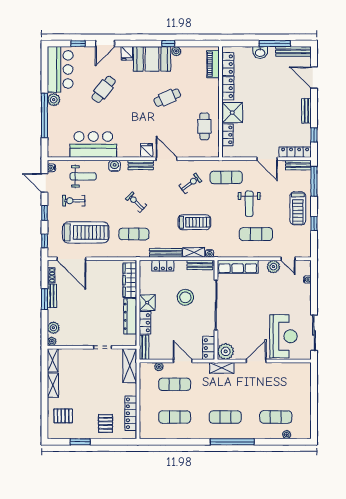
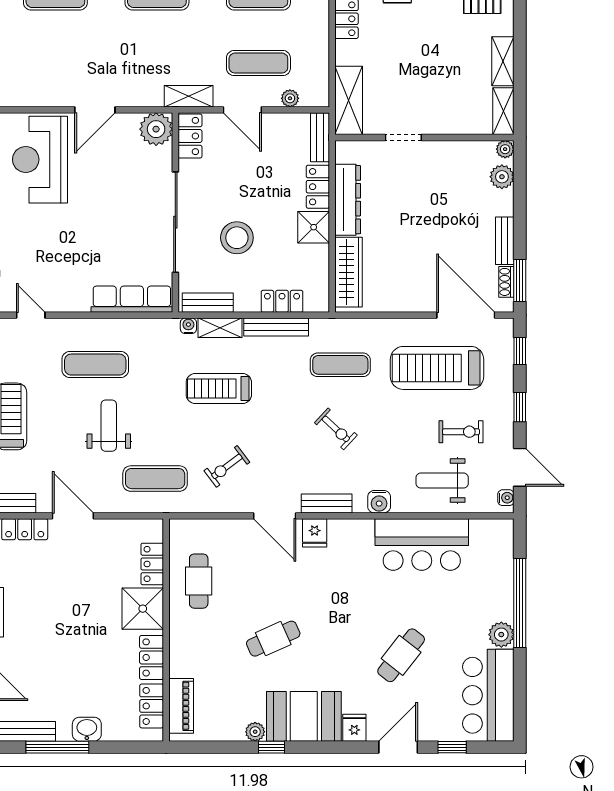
plant: (273, 267) -> (60, 299), removed
window: (44, 299) -> (520, 280), moved
shelving: (222, 368) -> (189, 96), moved

